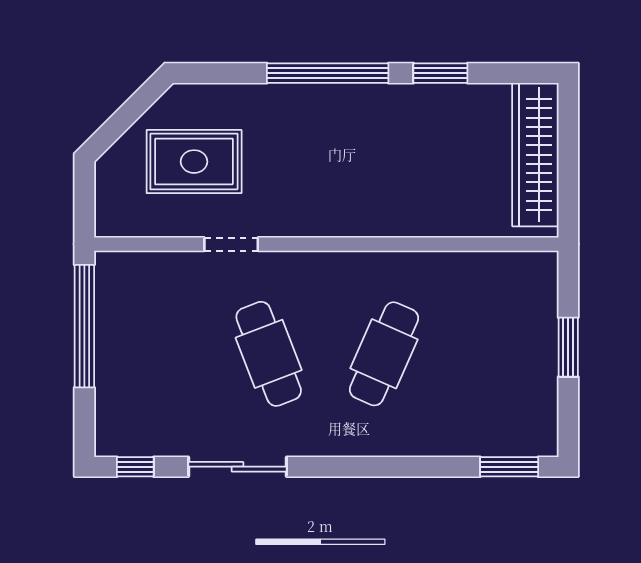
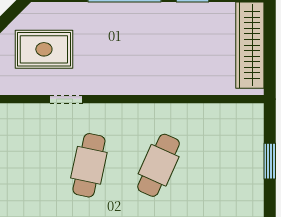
cafe table: (269, 354) -> (89, 165), turned 33

